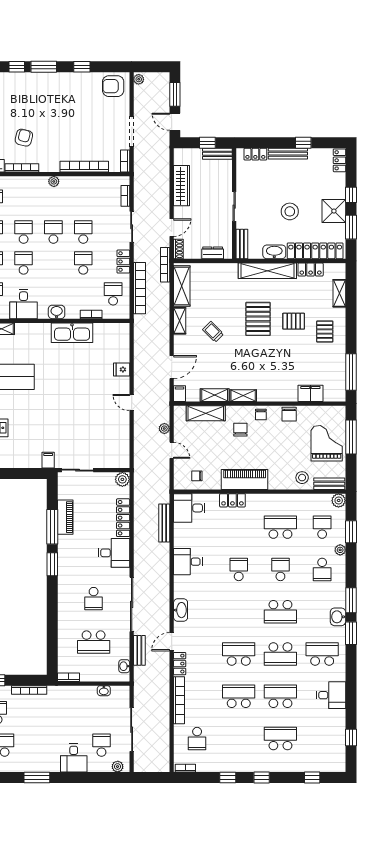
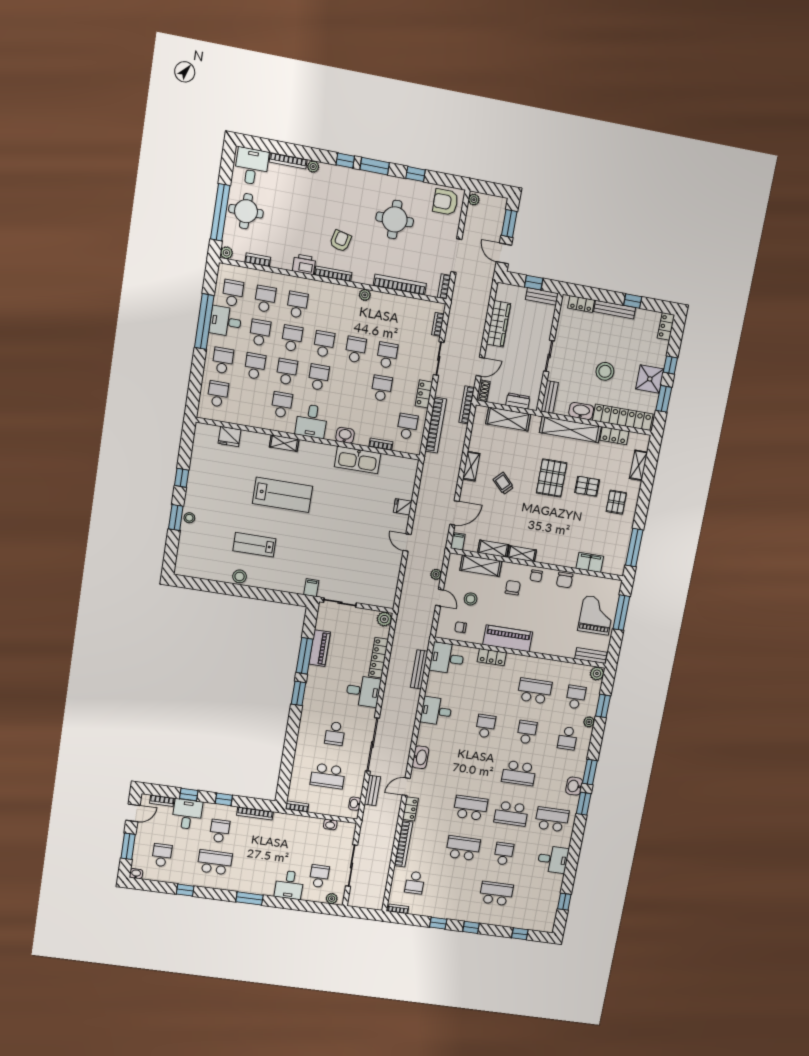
round table: (70, 110) -> (395, 219), added
shelving: (182, 286) -> (508, 419), moved, turned 90
stool: (302, 478) -> (471, 599), moved
school desk: (280, 696) -> (504, 854), width x0.54

